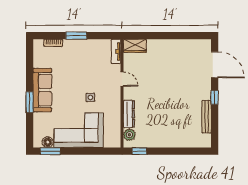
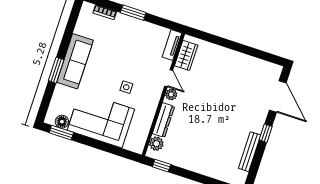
wardrobe: (135, 46) -> (186, 55), moved, turned -90
plant: (128, 91) -> (171, 94), added

